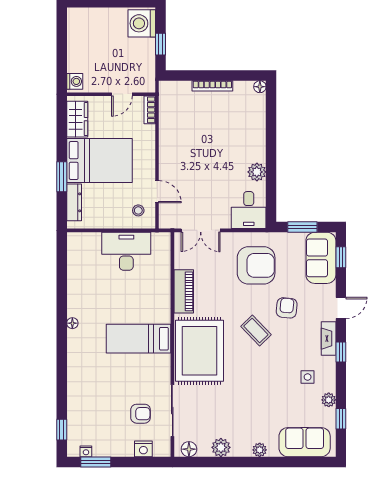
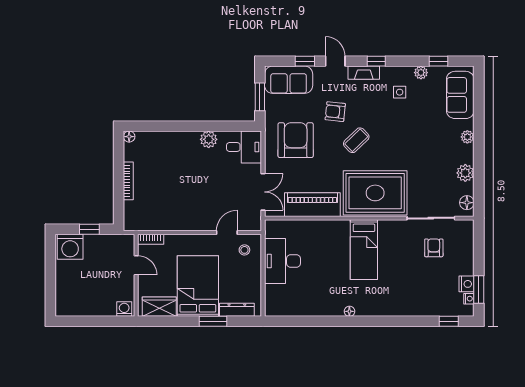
window: (341, 257) -> (305, 61), moved
piano: (184, 291) -> (312, 205), width x1.37, depth x1.33
nightstand: (143, 449) -> (467, 284), moved

